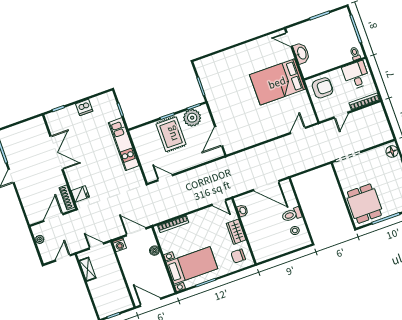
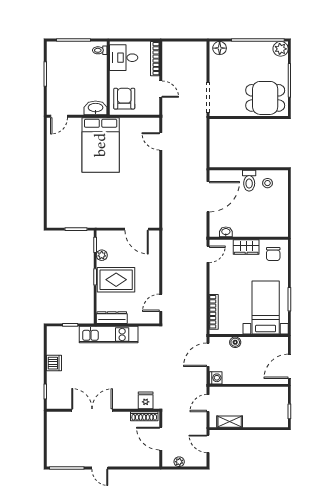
washbasin: (302, 53) -> (96, 108), moved
plant: (192, 118) -> (102, 255), width x0.53, depth x0.53
dresser: (139, 142) -> (112, 318), added

